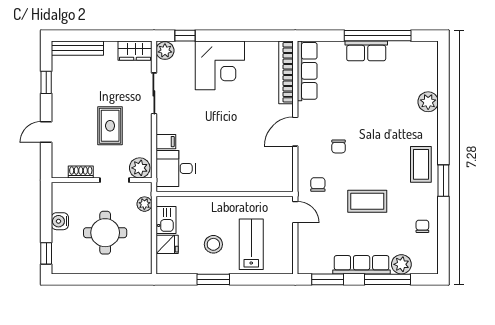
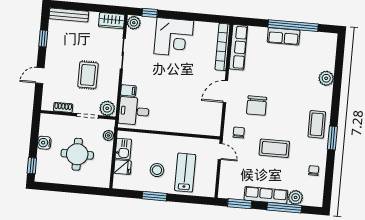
chair: (339, 146) -> (257, 106), width x1.87, depth x1.87

